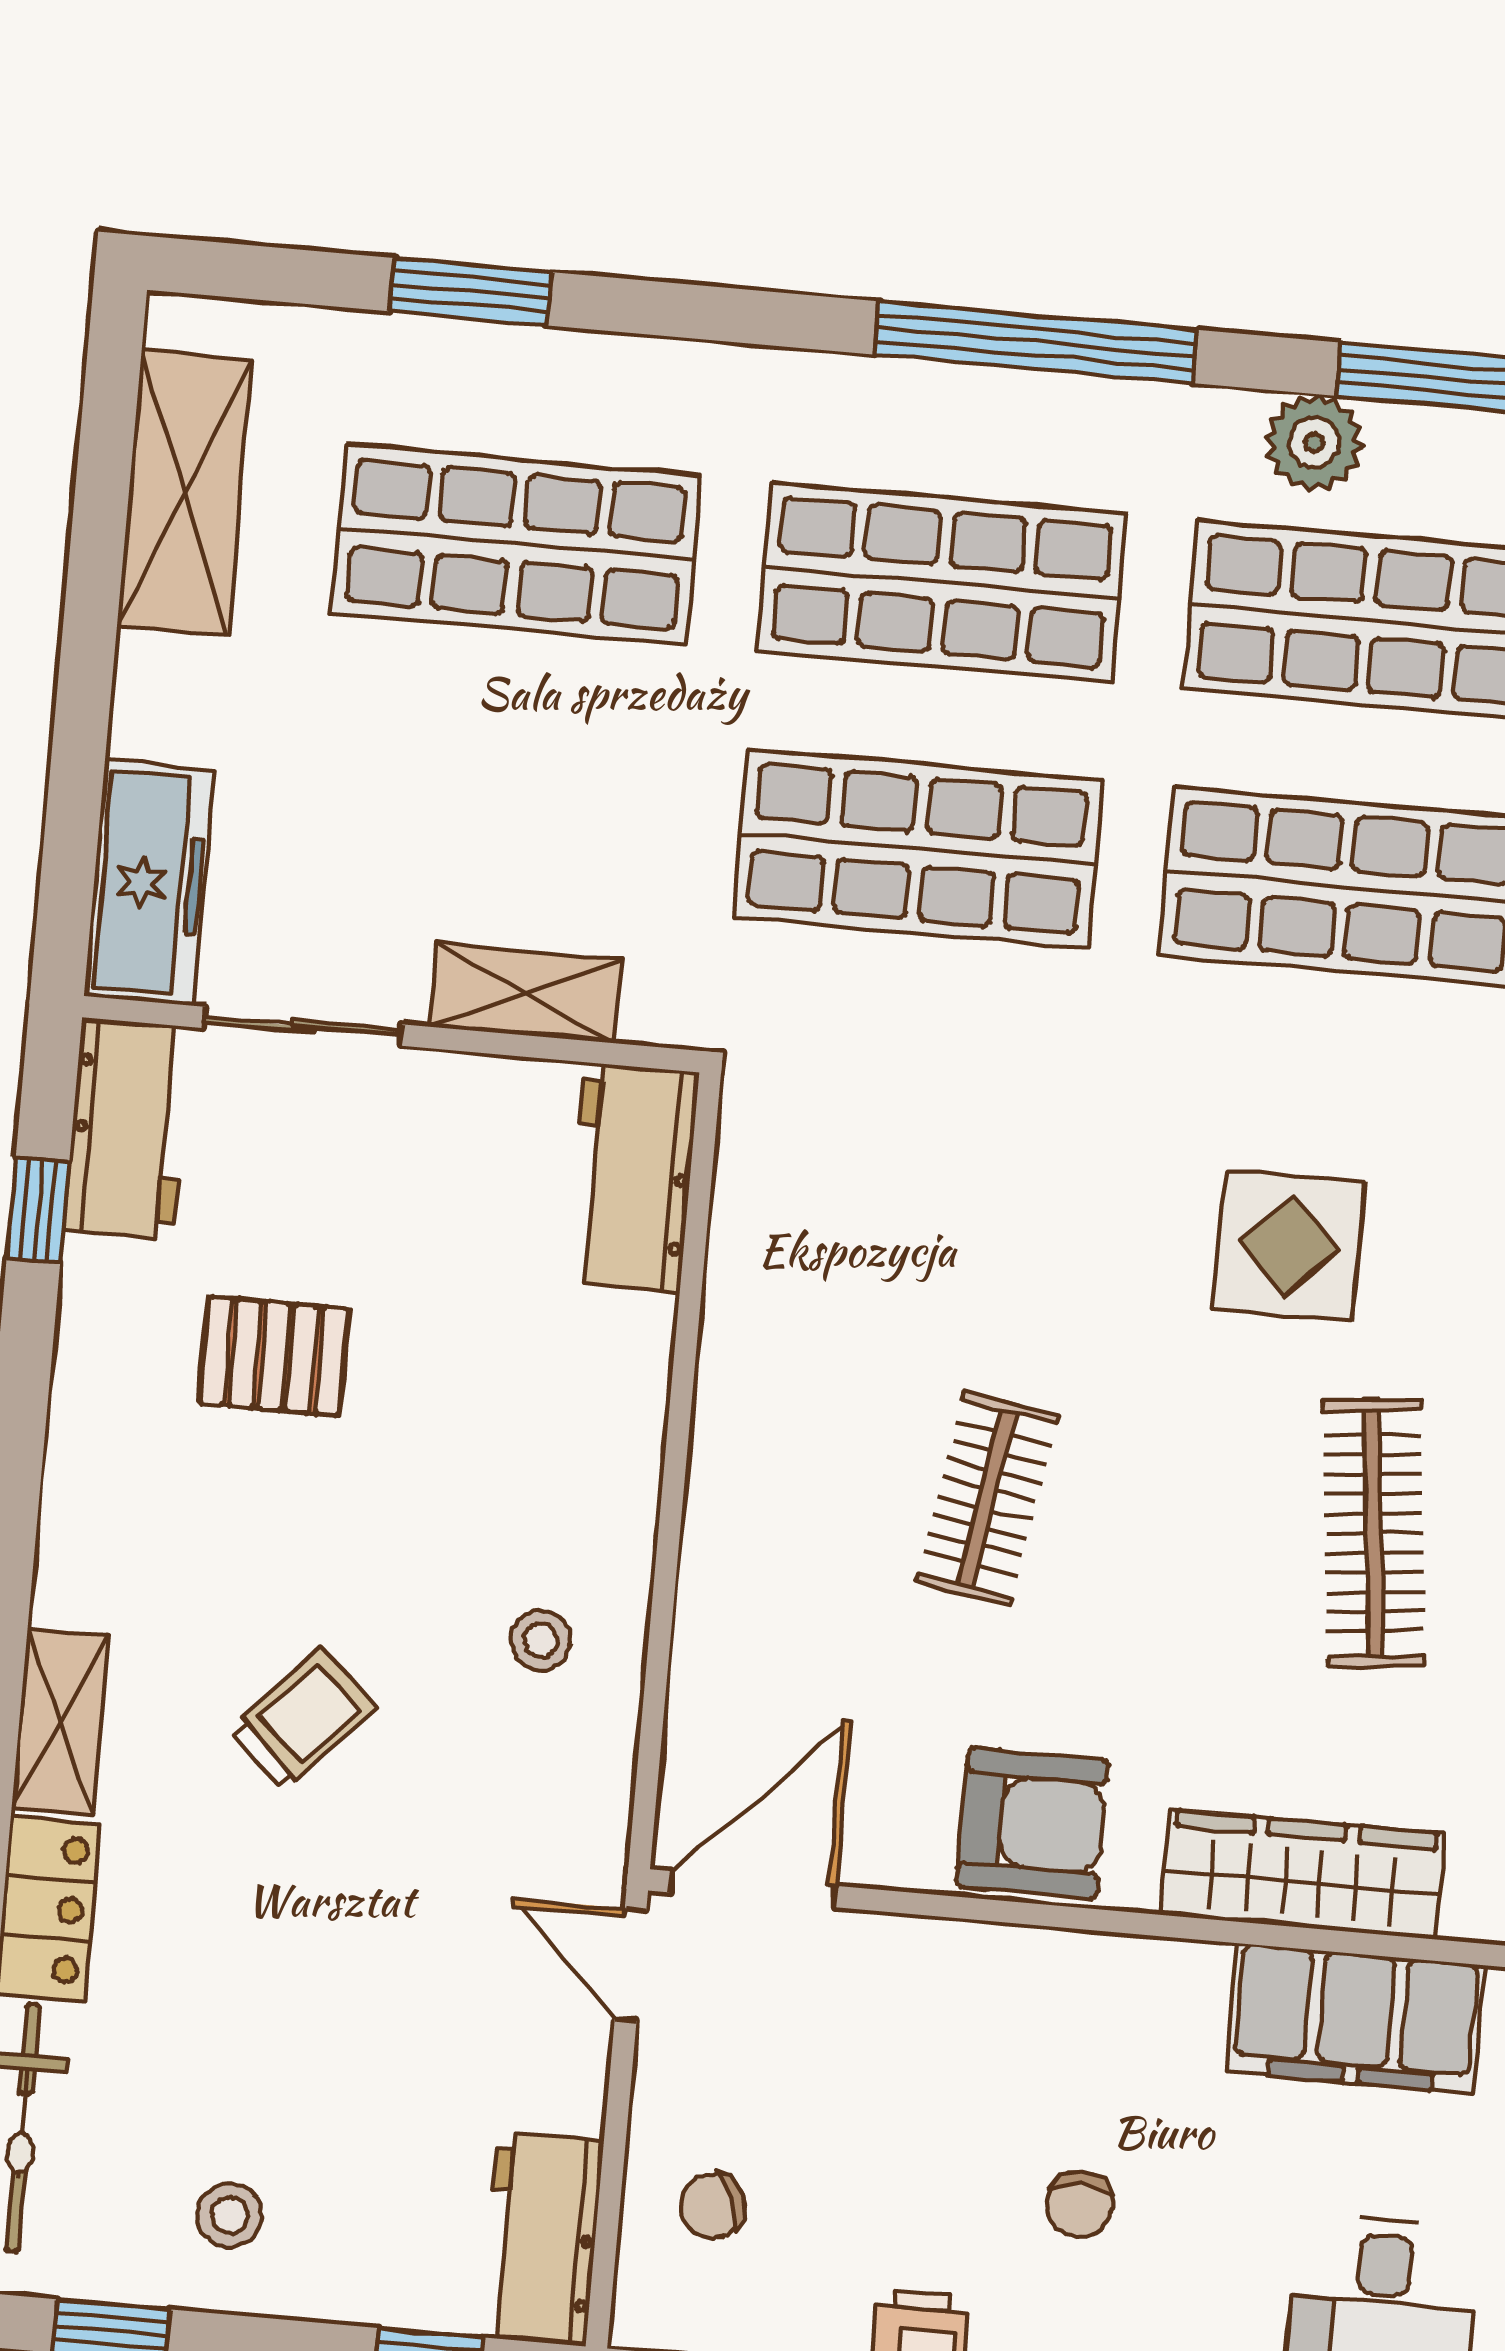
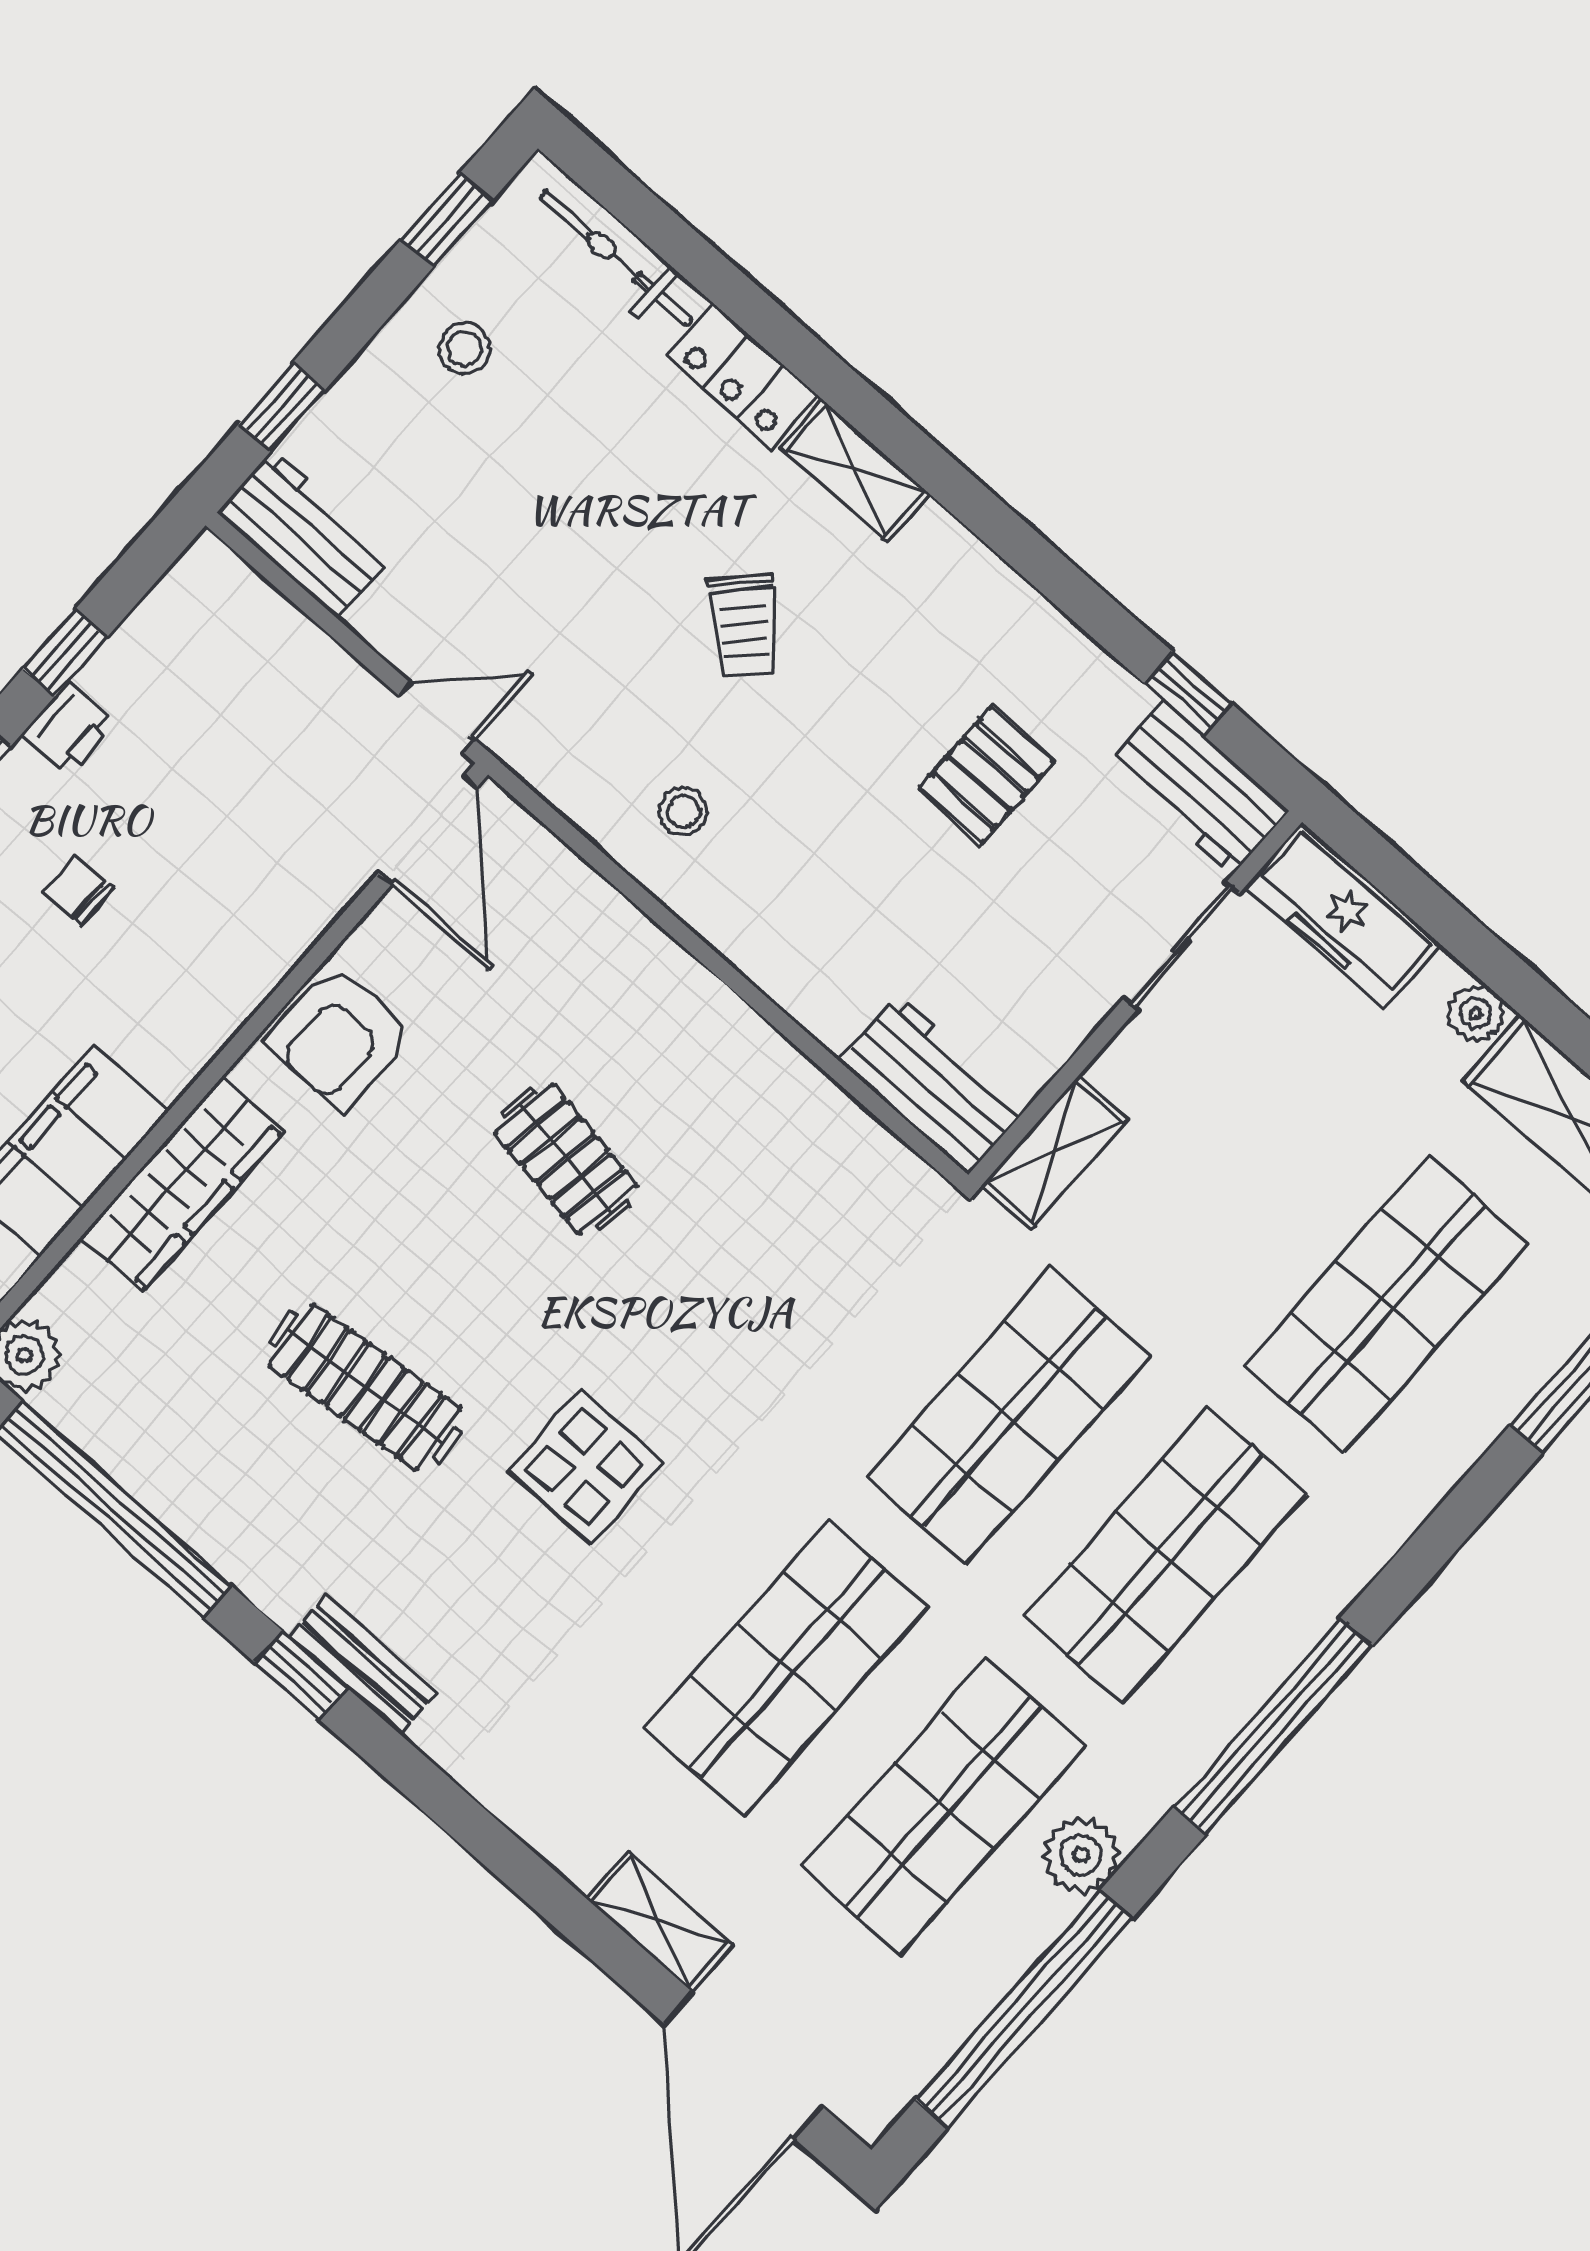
plant: (149, 673) -> (1476, 1013), added
shelving: (525, 993) -> (1055, 1152), moved
chair: (713, 2206) -> (247, 658), removed

